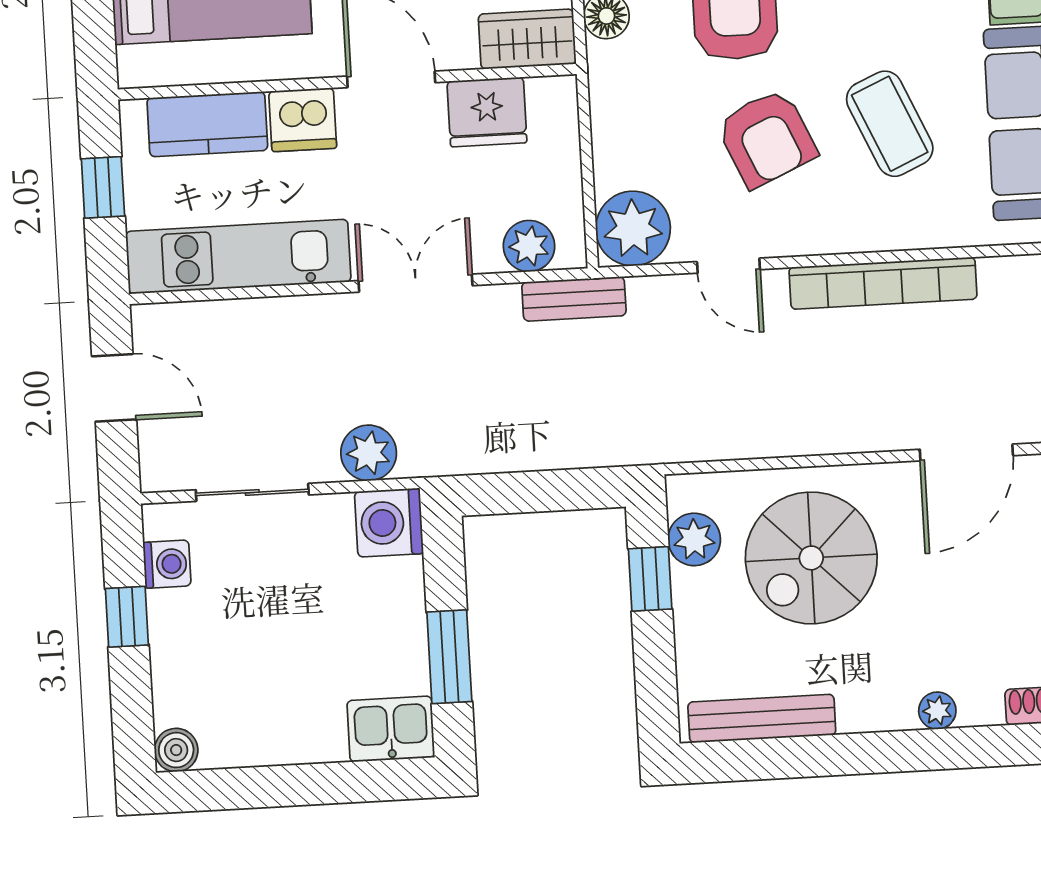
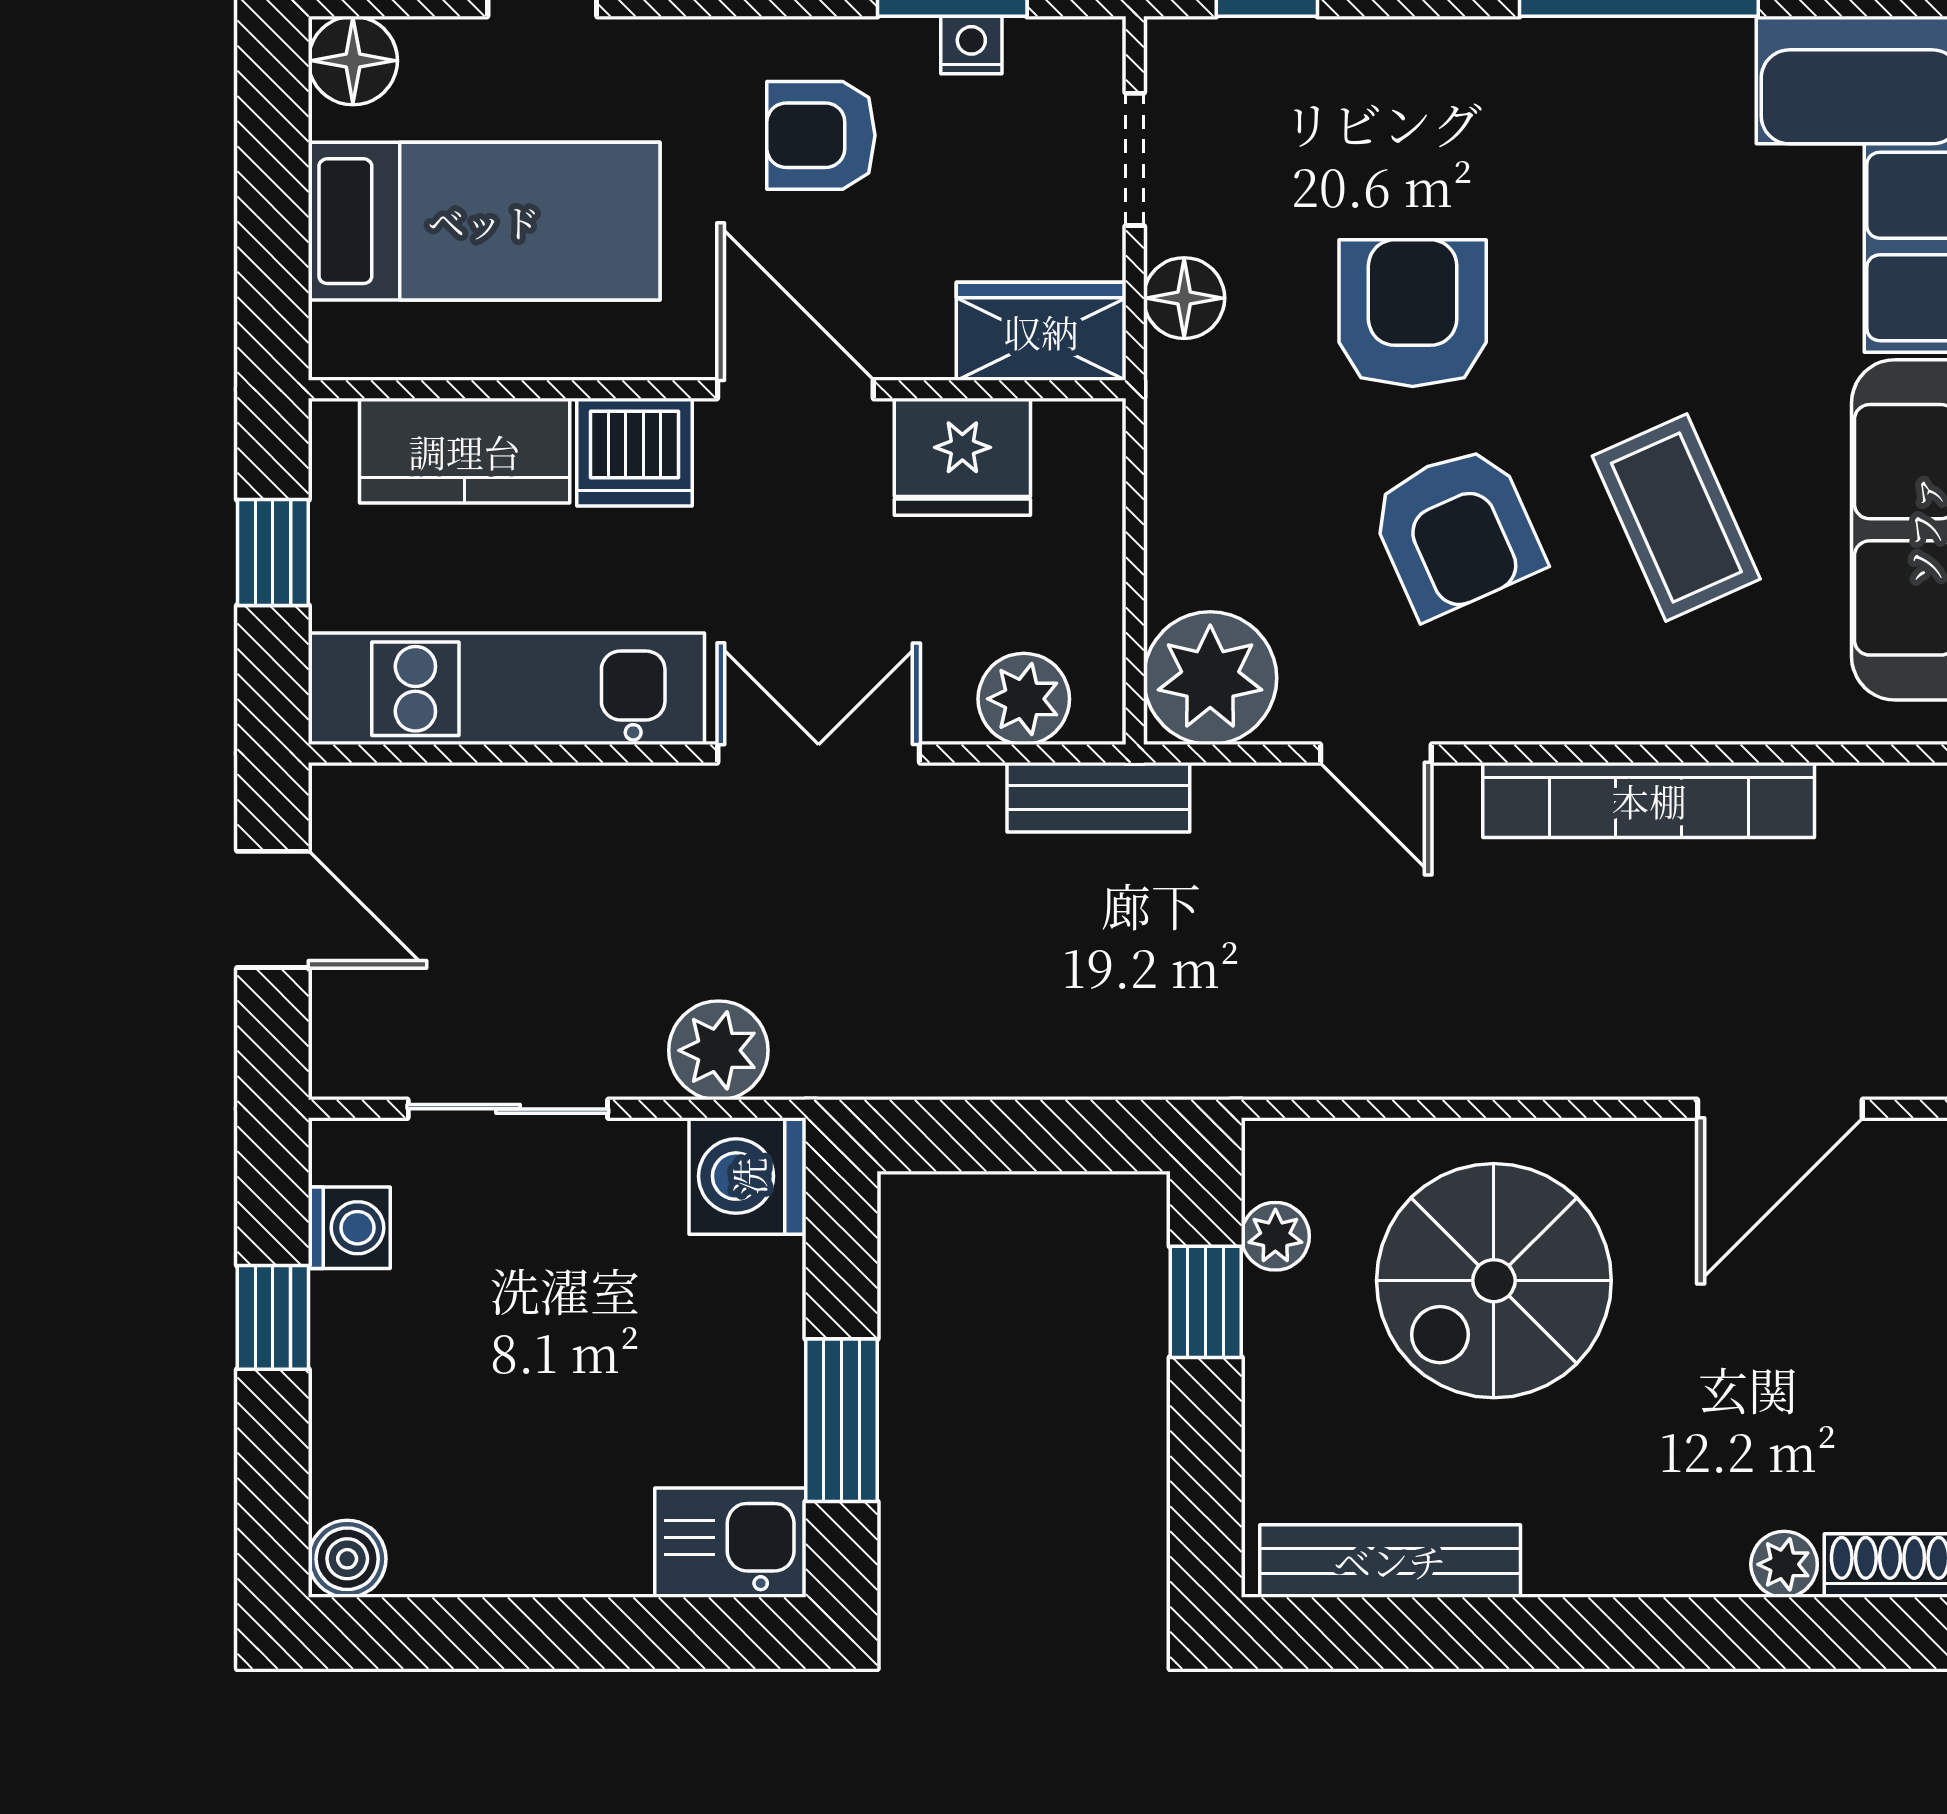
plant: (694, 539) -> (1275, 1236), width x0.73, depth x0.73
plant: (937, 711) -> (1784, 1564), moved

